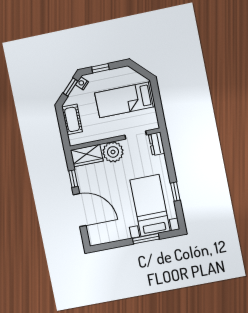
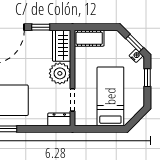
cot: (72, 119) -> (89, 38), moved

